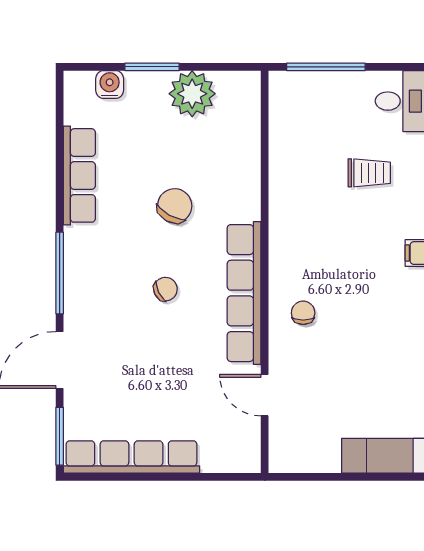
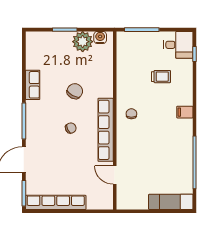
water cooler: (110, 85) -> (100, 37), moved
row of seats: (79, 175) -> (33, 85), width x0.68
chair: (303, 313) -> (131, 114), moved

